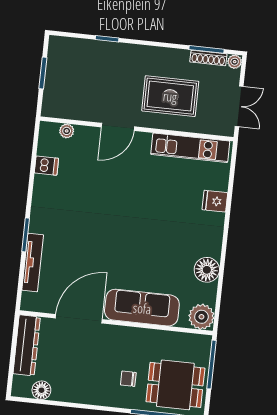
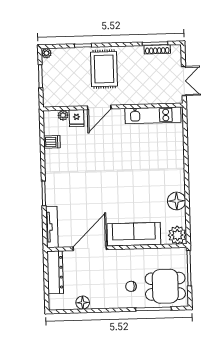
plant: (235, 62) -> (46, 53), moved
rug: (170, 96) -> (104, 69), moved, turned 90
fridge: (215, 201) -> (77, 118), moved, turned -90
tv unit: (33, 263) -> (52, 227), moved
floor lamp: (41, 390) -> (83, 303), moved

